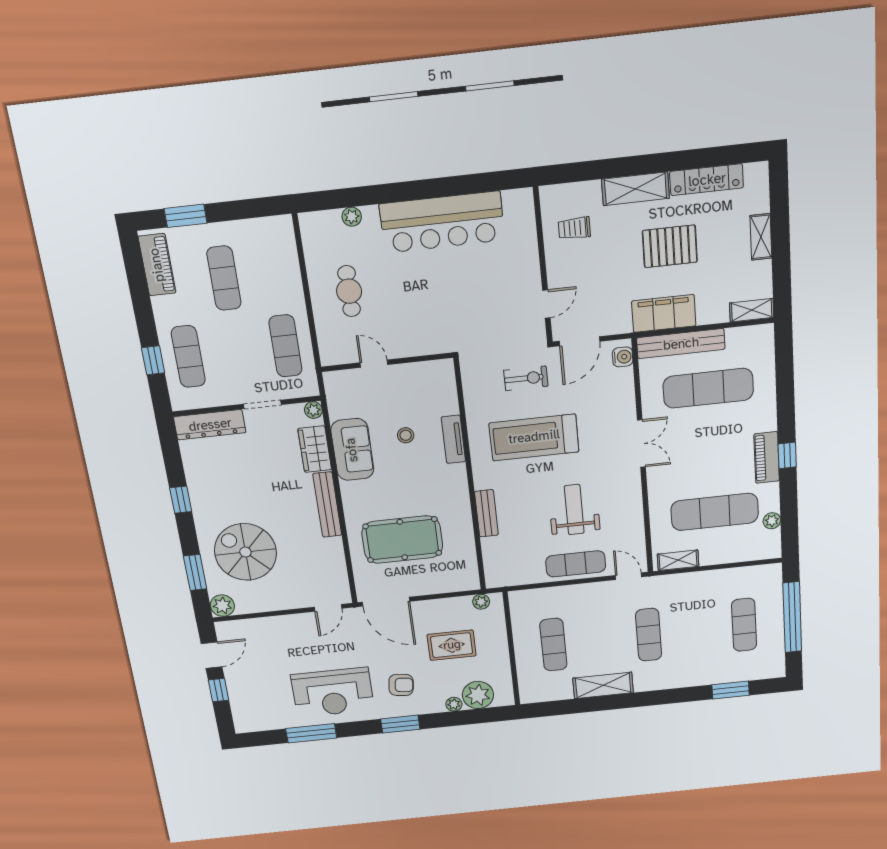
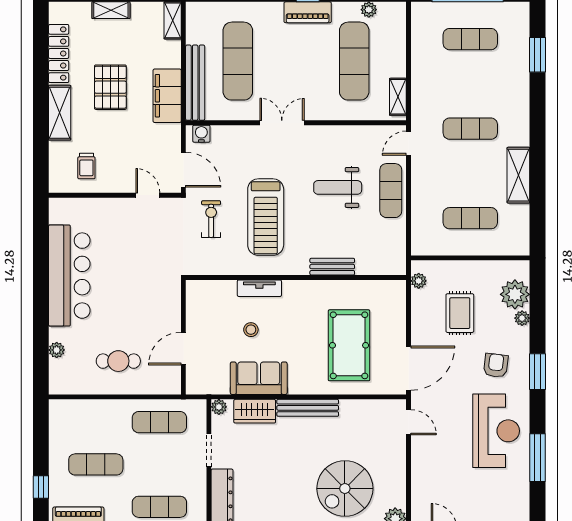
window: (186, 216) -> (41, 487), width x0.67
door: (374, 364) -> (183, 349), width x1.38

